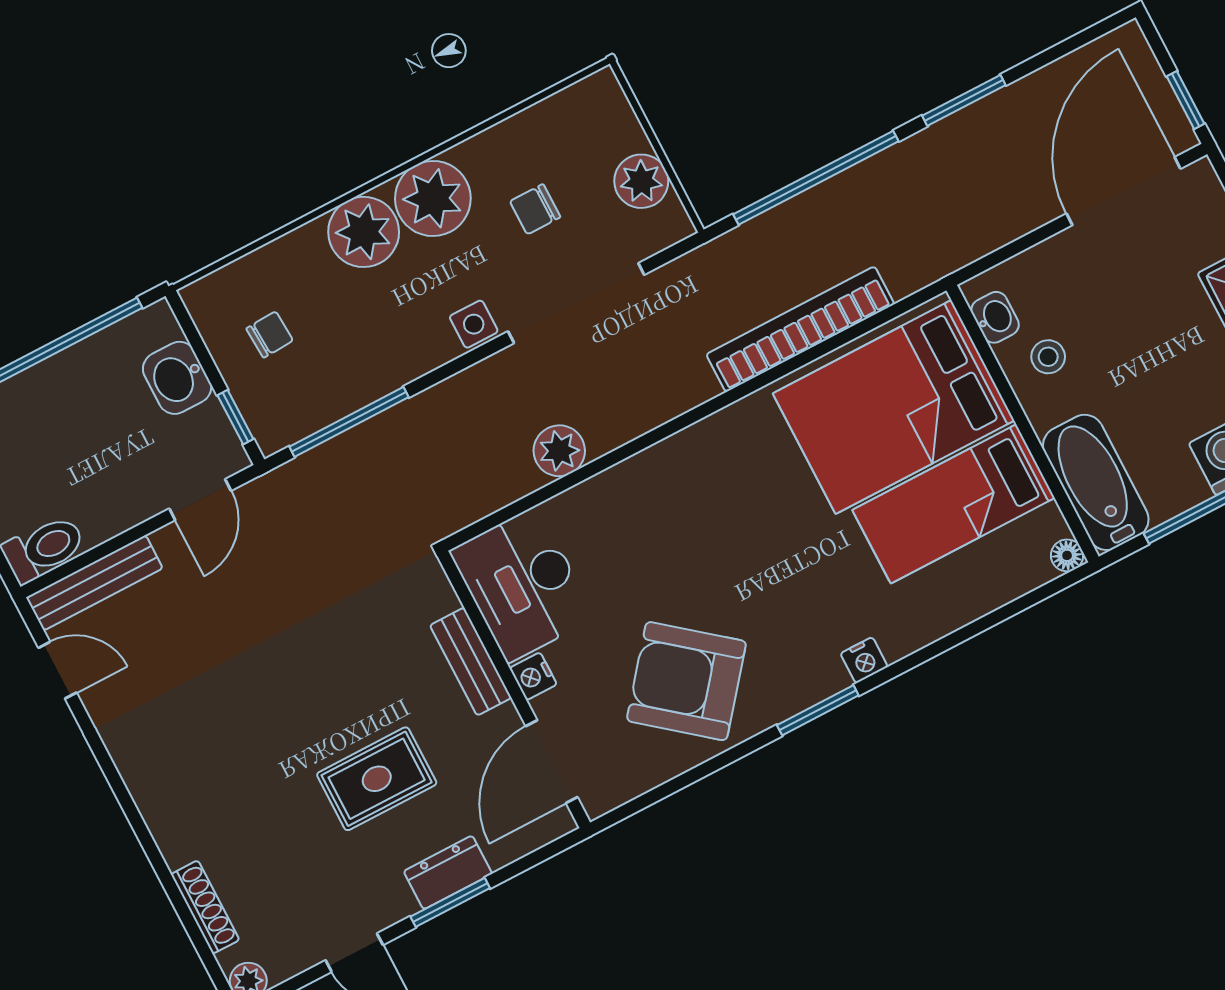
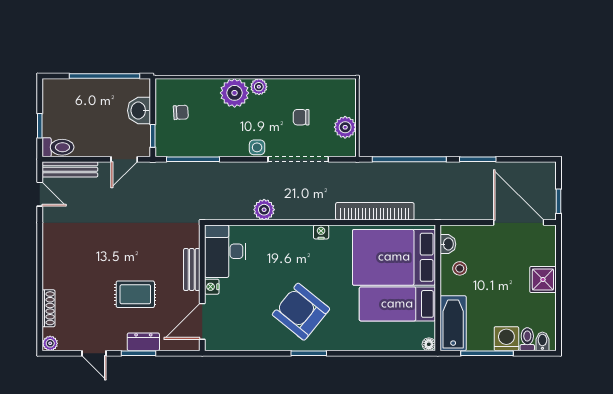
door: (1124, 191) -> (519, 223), hinge flipped
plant: (433, 198) -> (259, 87), width x0.53, depth x0.53
nightstand: (864, 660) -> (321, 232), moved, turned 180
armchair: (686, 681) -> (301, 312), moved

